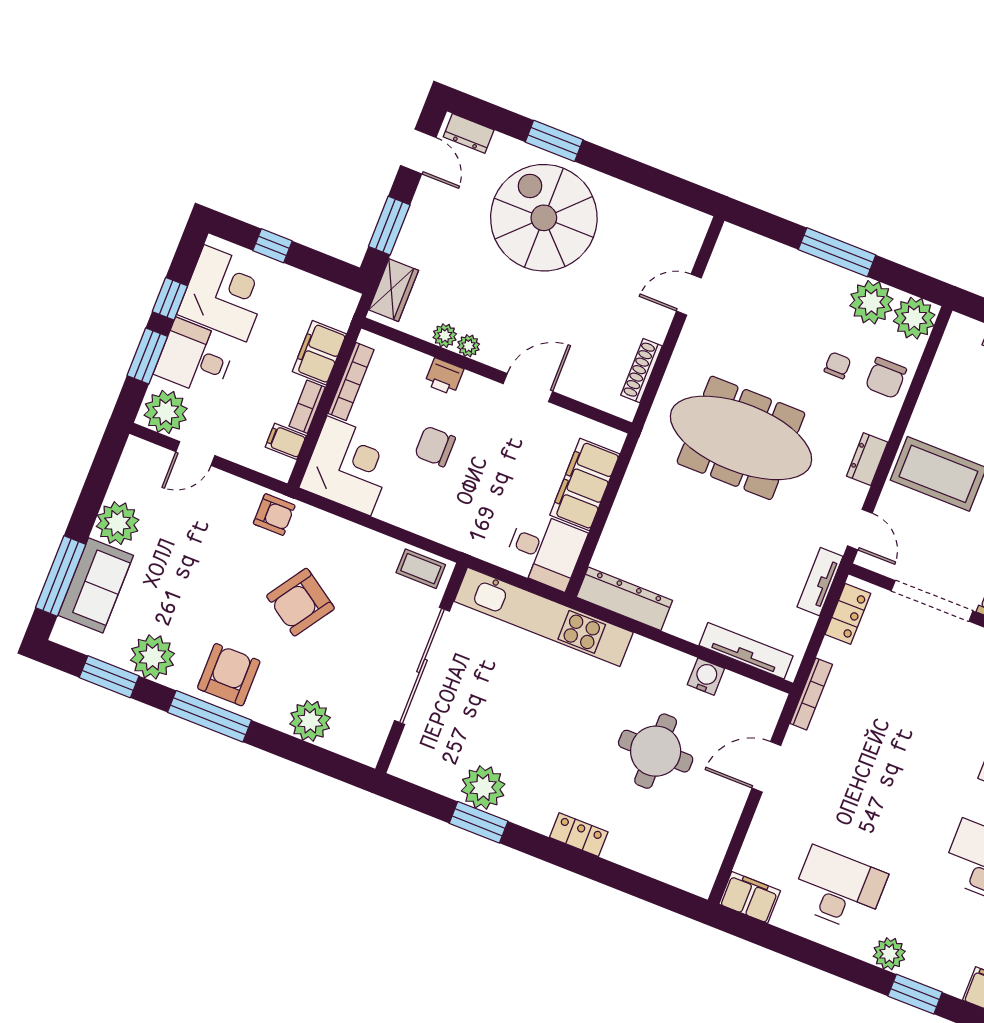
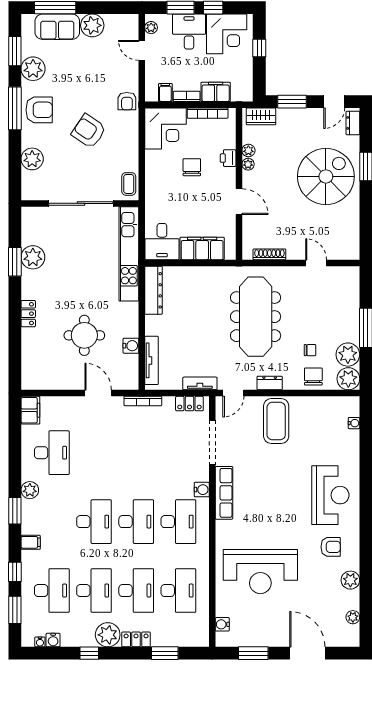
chair: (886, 378) -> (313, 376), turned 90
plant: (166, 412) -> (151, 28), width x0.53, depth x0.53

